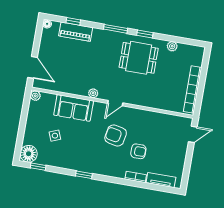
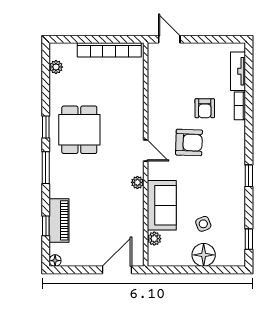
plant: (172, 46) -> (56, 67), moved
plant: (35, 96) -> (154, 239), moved
armchair: (116, 136) -> (189, 142), turned -99
armchair: (138, 151) -> (205, 108), turned 180
floor lamp: (29, 154) -> (204, 255), moved

